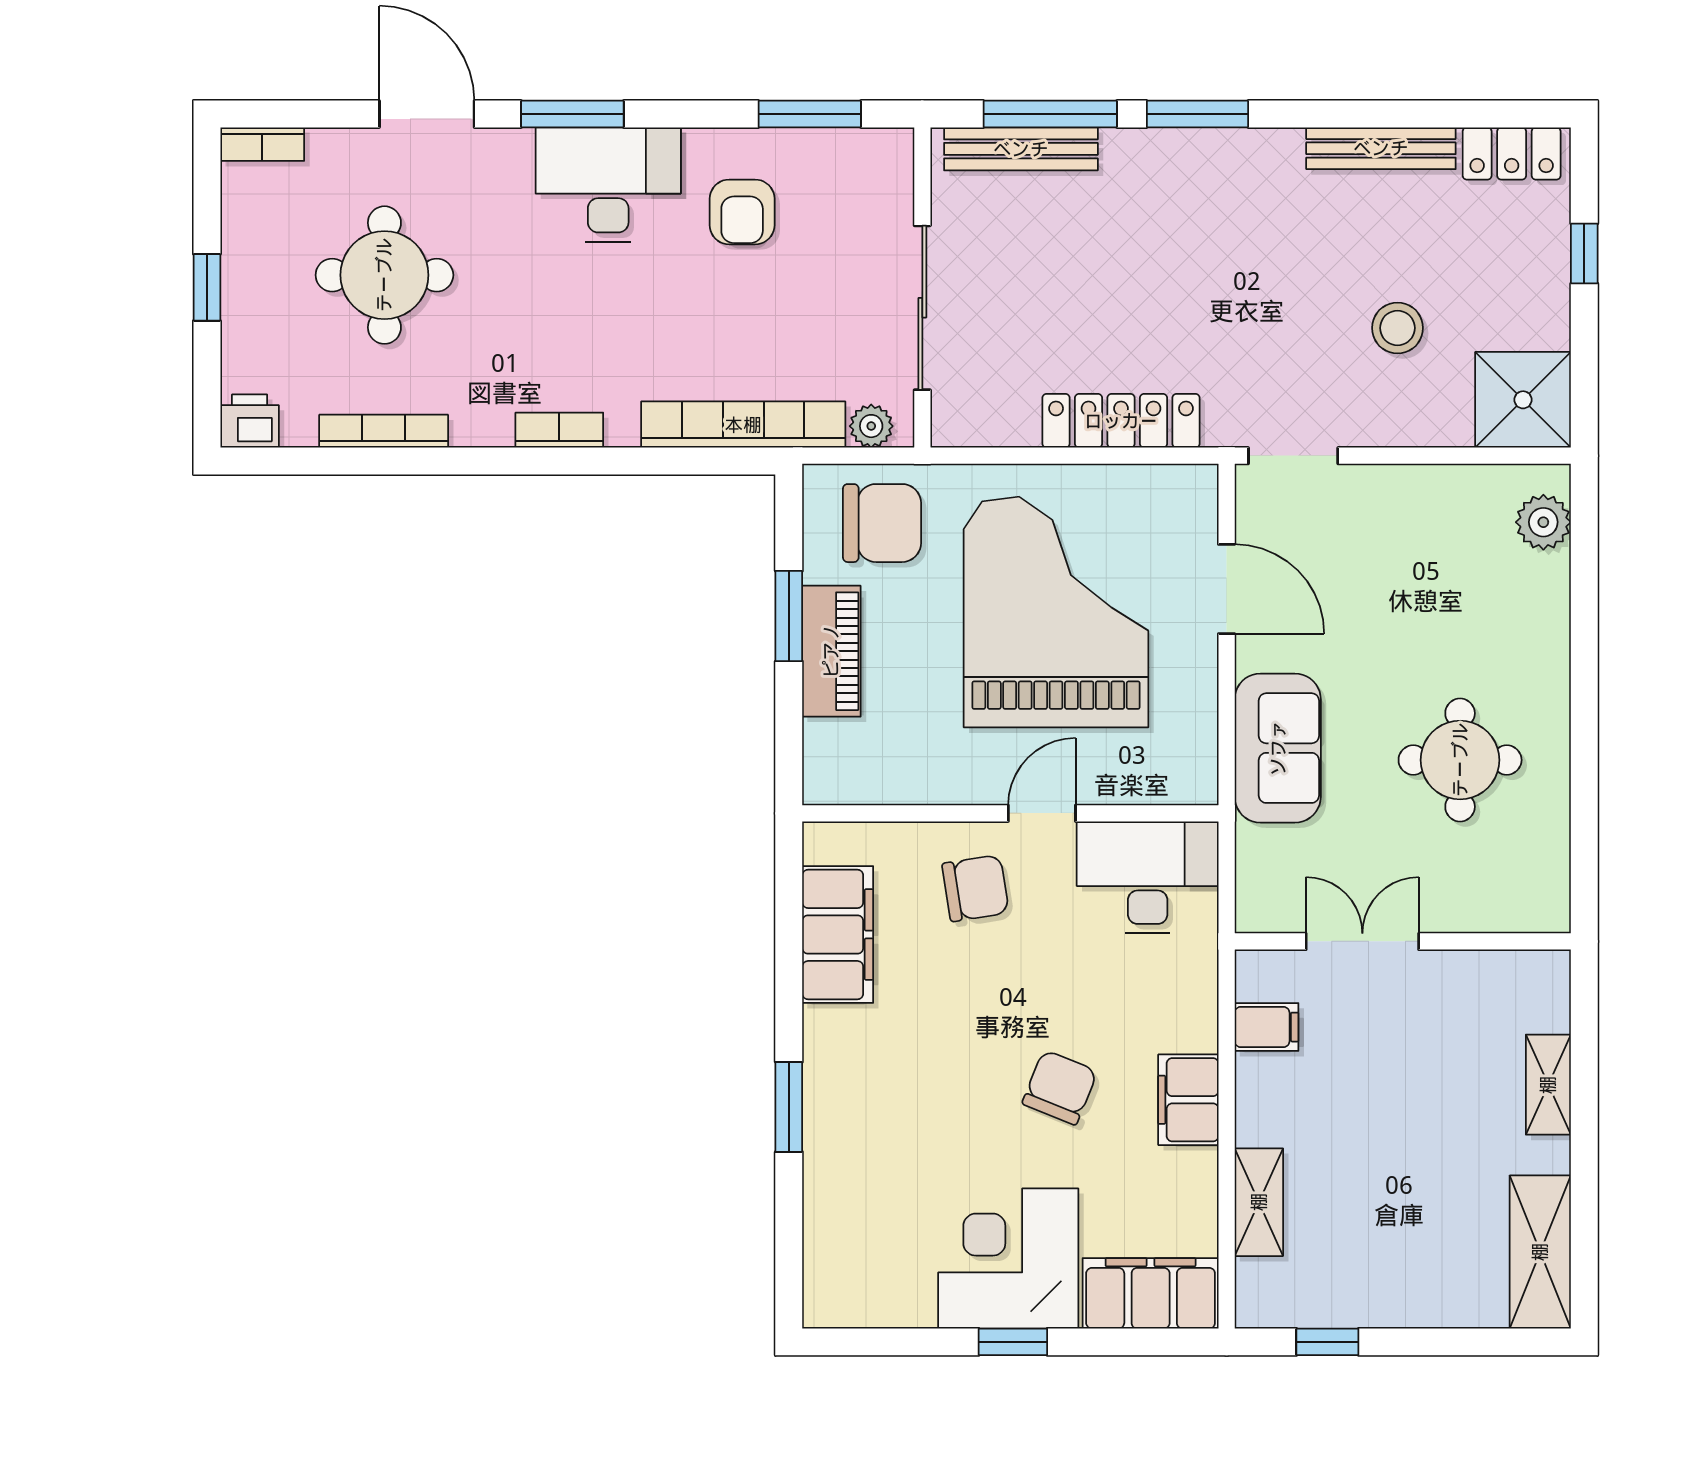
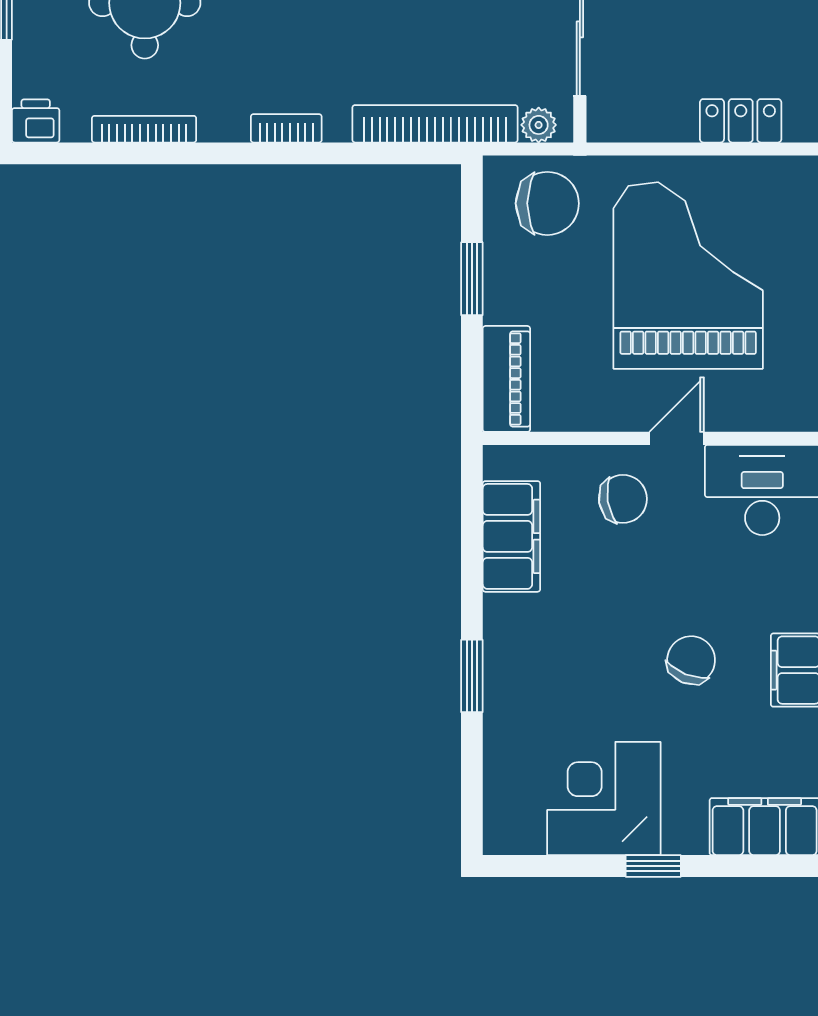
locker: (1121, 421) -> (741, 121), width x0.66
piano: (831, 651) -> (506, 379), moved
corner desk: (1008, 1258) -> (604, 798), moved

